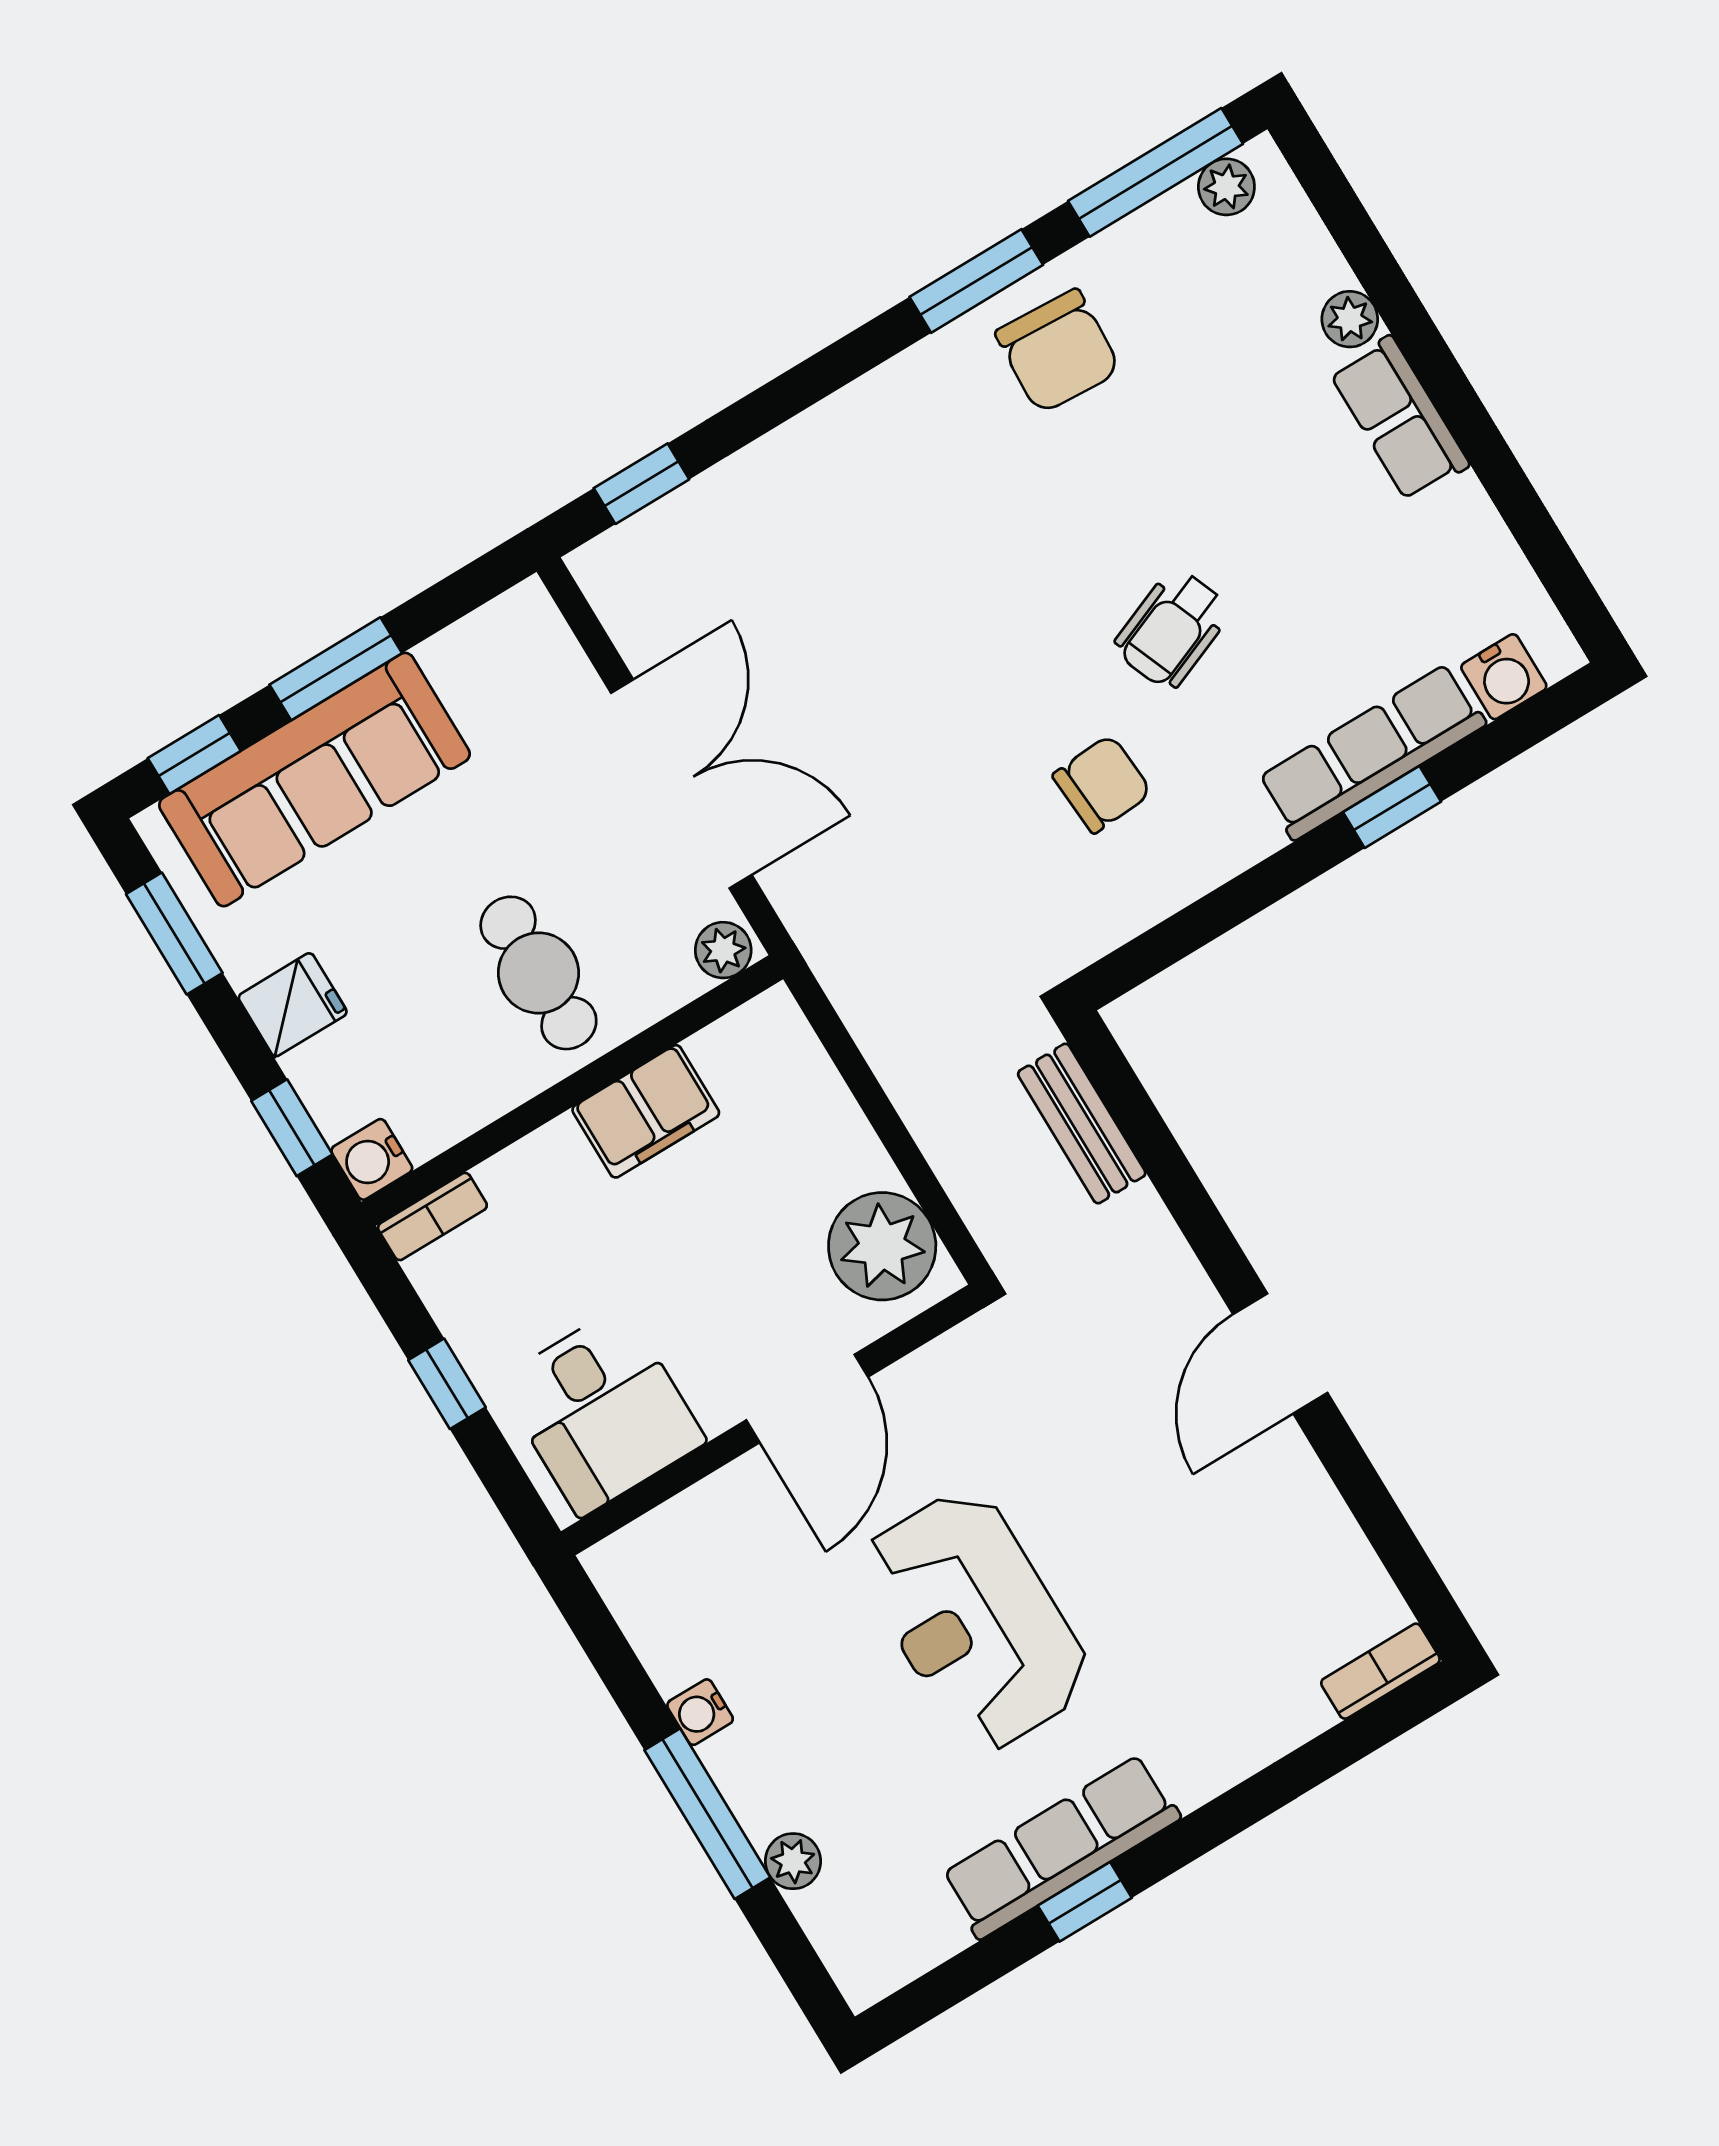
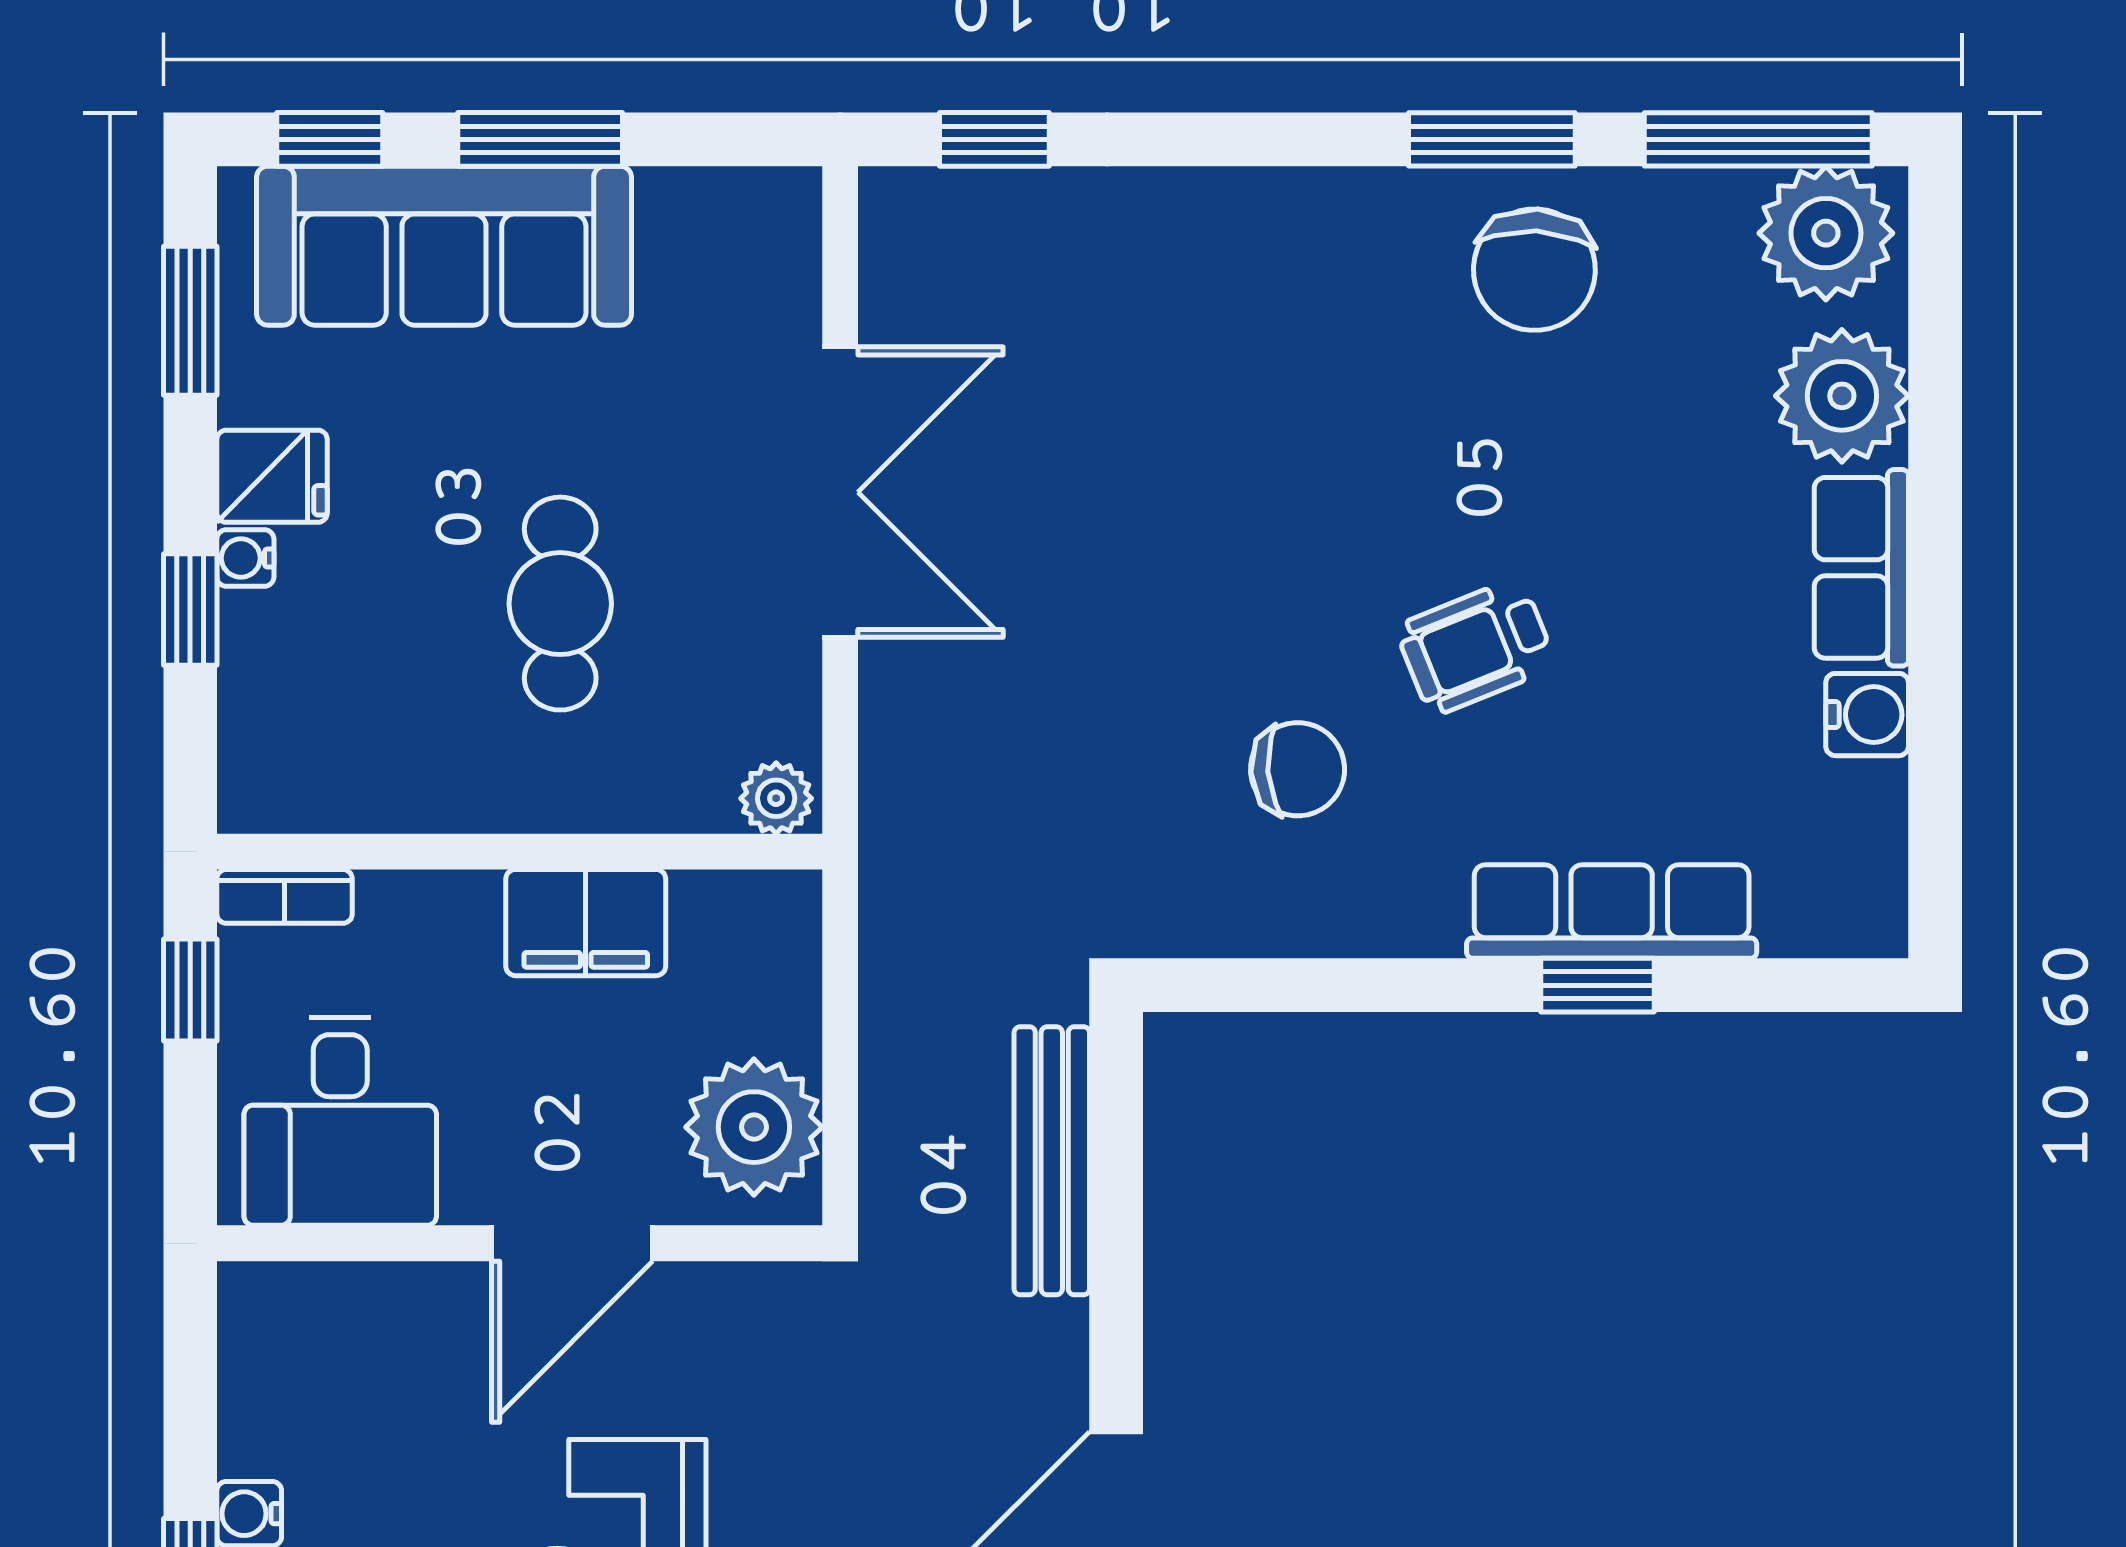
plant: (1226, 187) -> (1826, 233), width x1.88, depth x1.88
plant: (1350, 319) -> (1842, 396), width x1.87, depth x1.87
water cooler: (1504, 677) -> (1867, 715), moved, turned -90
plant: (723, 950) -> (776, 798), moved
wall: (572, 1090) -> (520, 852), moved
filing cabinet: (646, 1111) -> (586, 923), moved
bench: (1082, 1123) -> (1052, 1161), width x1.36
water cooler: (372, 1159) -> (245, 558), moved, width x0.72, depth x0.72
bookcase: (432, 1216) -> (285, 896), moved

